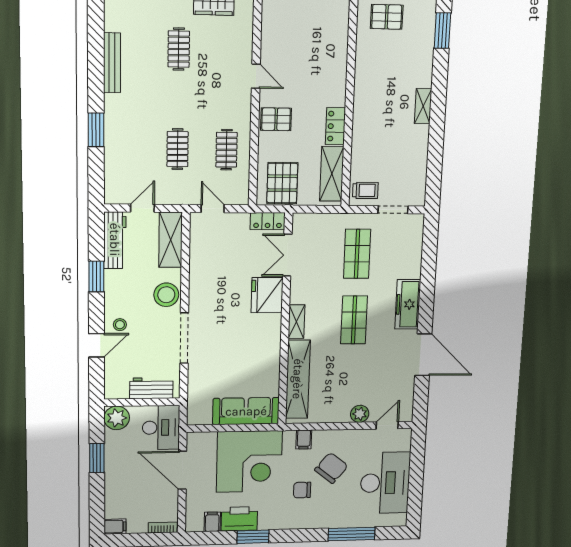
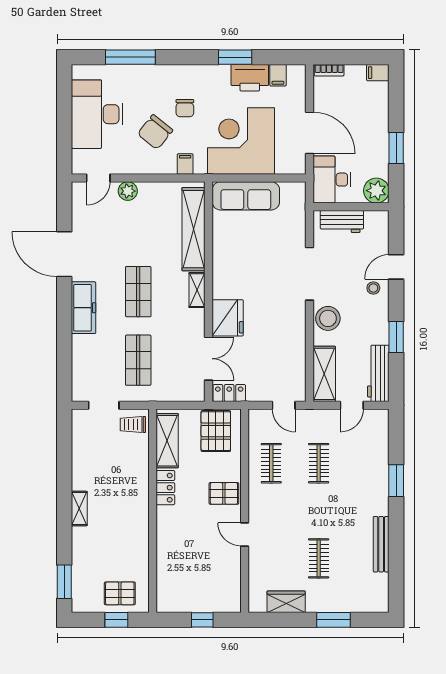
chair: (302, 490) -> (185, 108), turned 90

